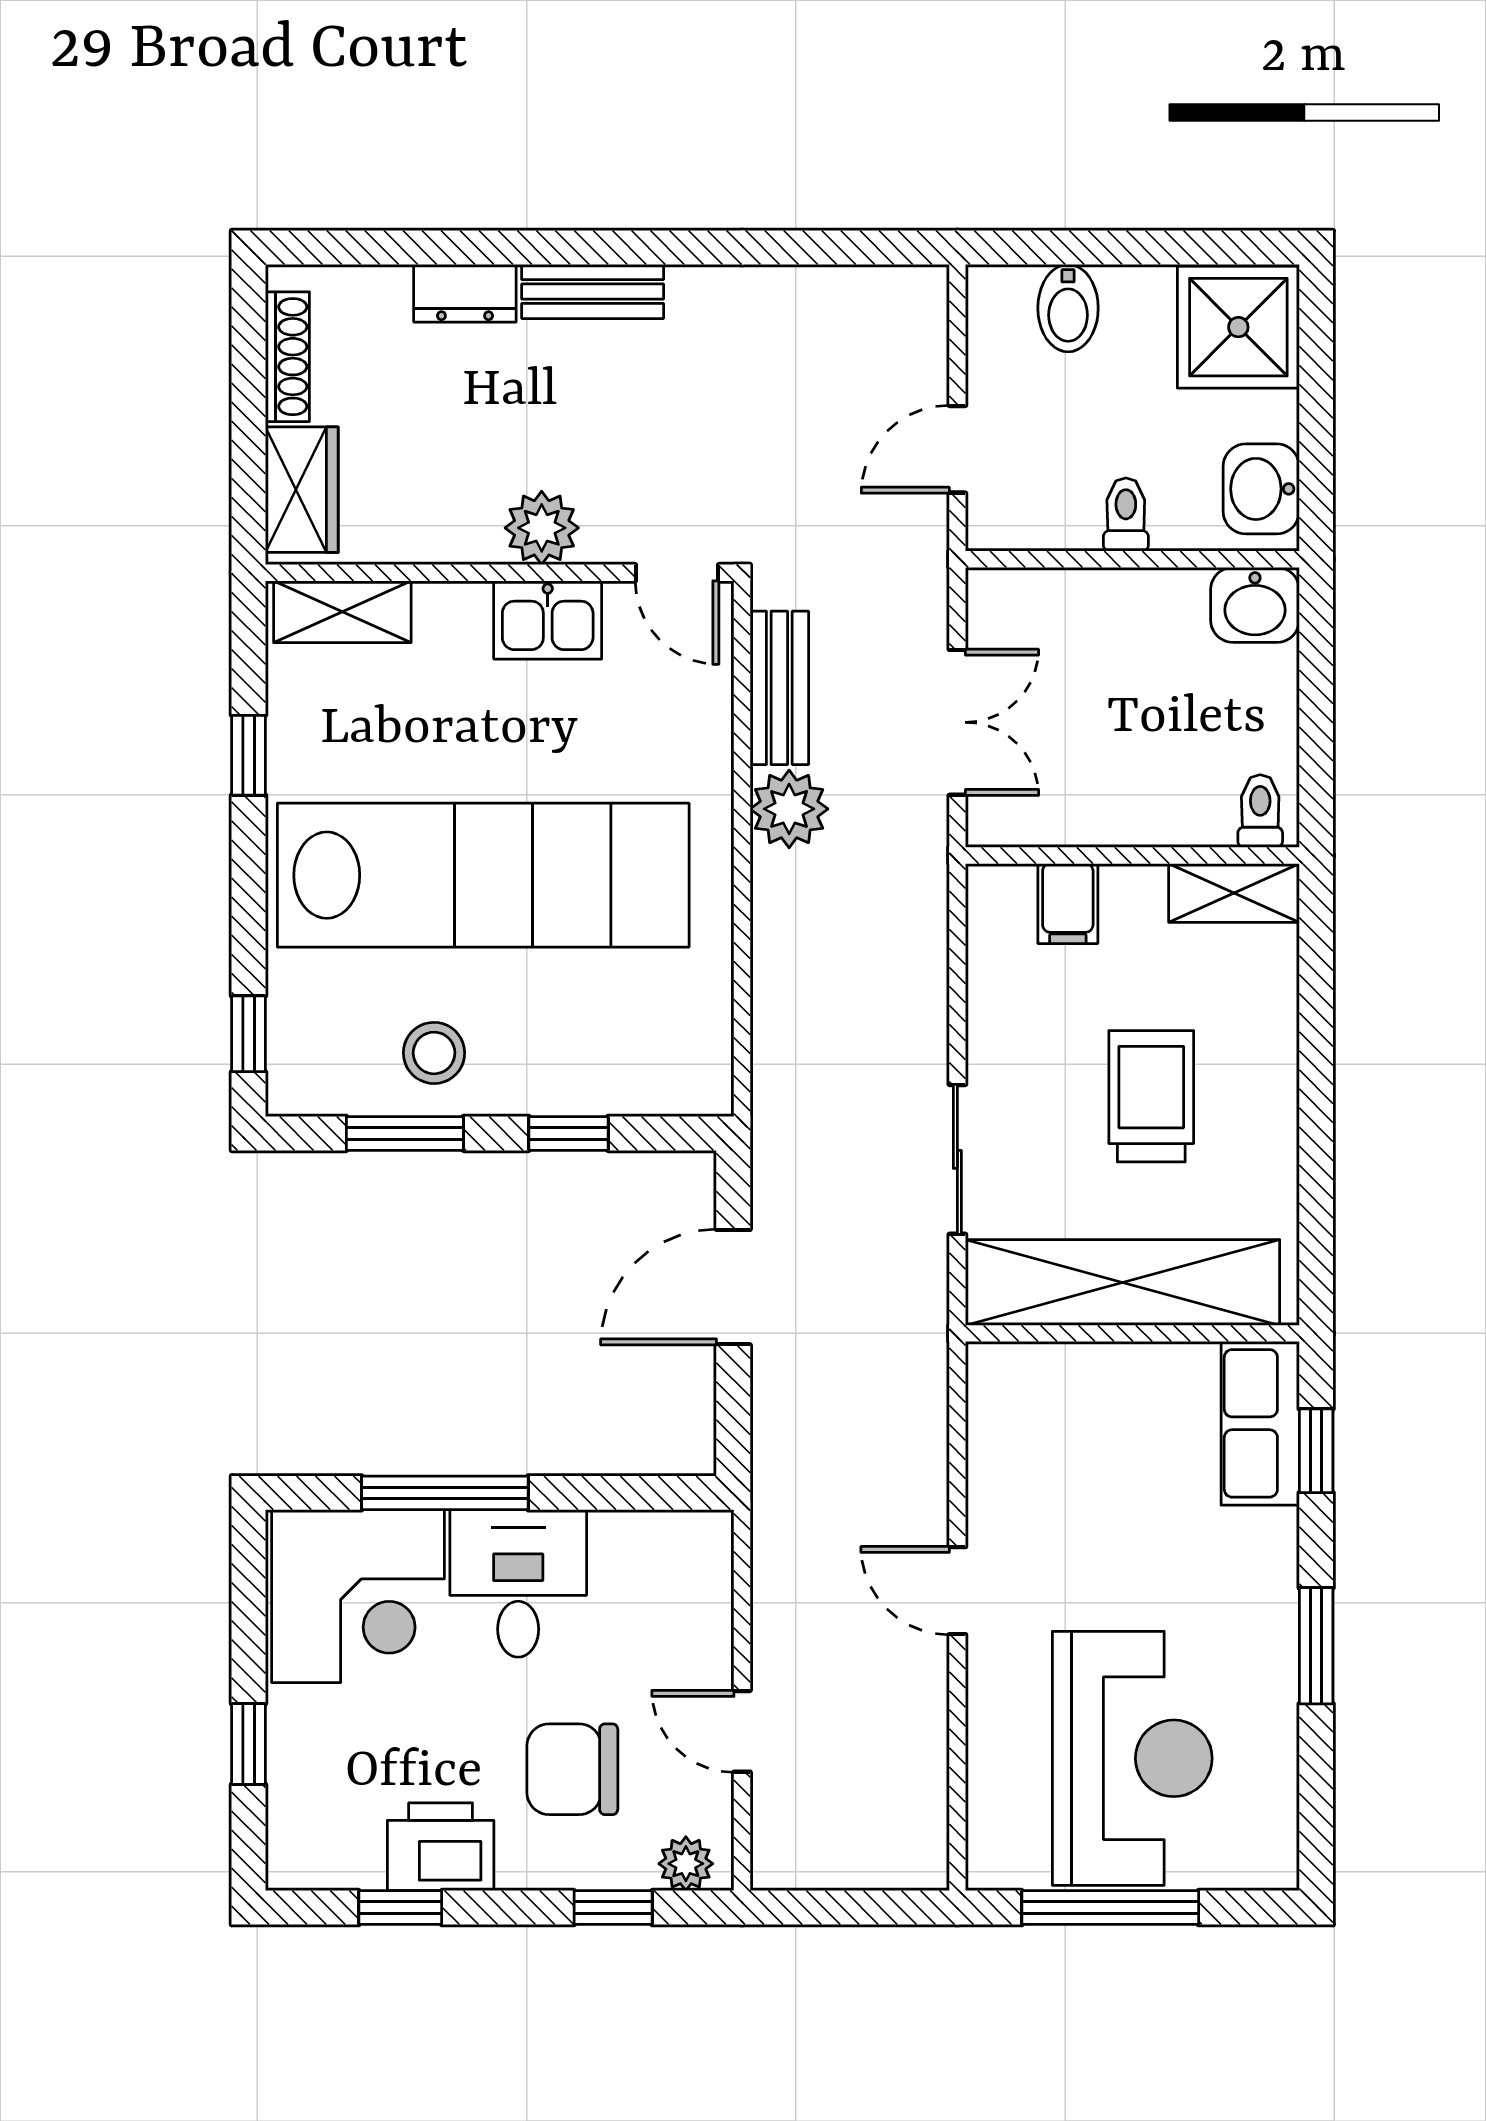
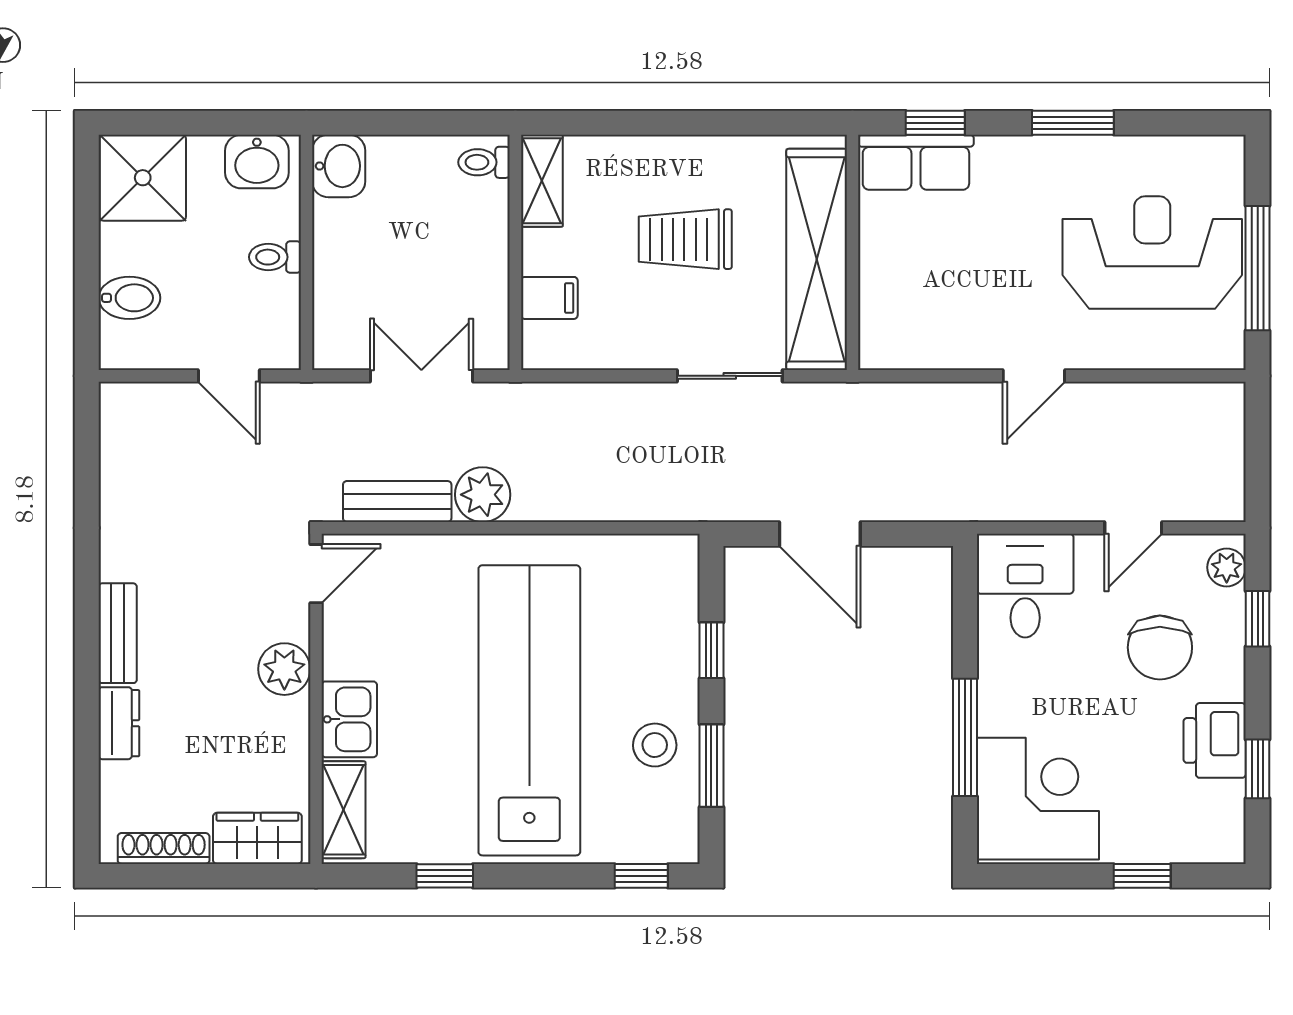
kitchen sink: (548, 620) -> (349, 719), moved
desk: (518, 1583) -> (1025, 586), moved, turned 90

